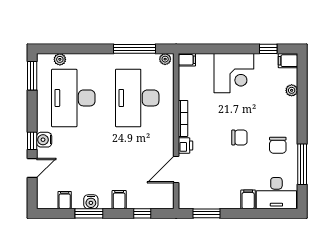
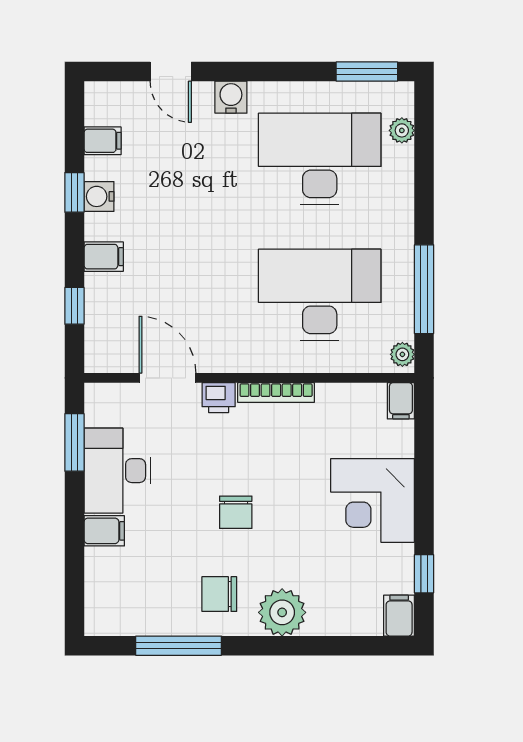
plant: (292, 90) -> (282, 612), moved, width x1.88, depth x1.88
window: (32, 141) -> (228, 72), removed
desk: (276, 193) -> (117, 471), moved
window: (89, 213) -> (74, 192), width x0.67

